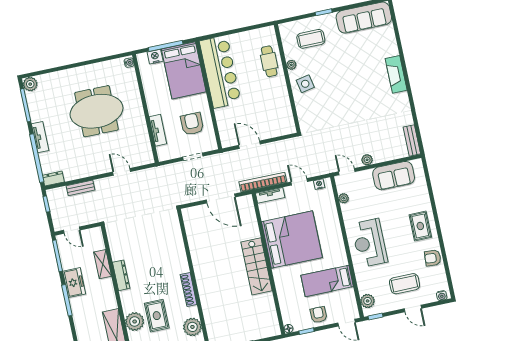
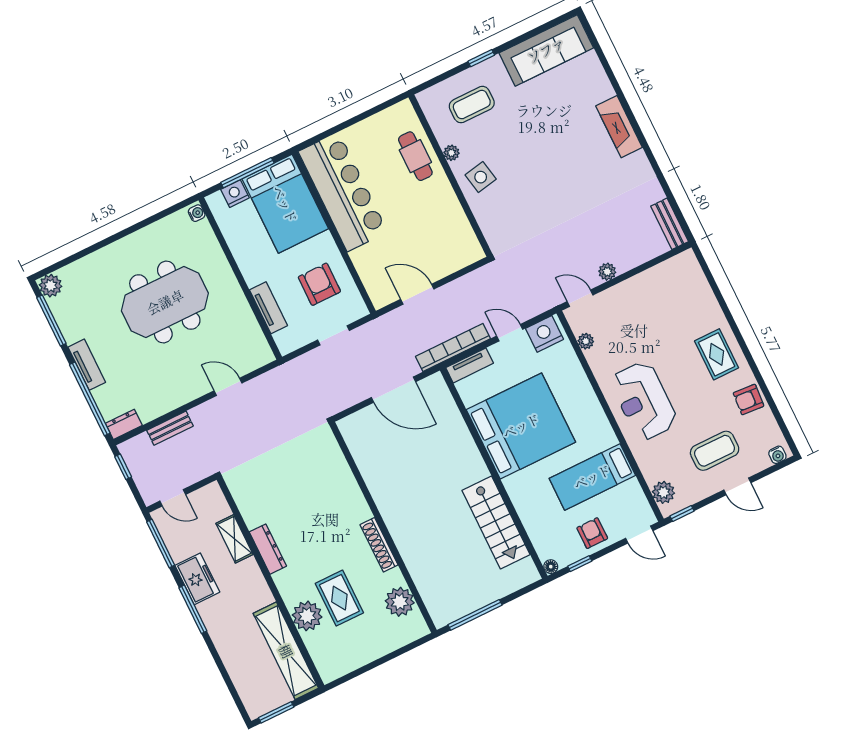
sofa: (394, 176) -> (655, 286), removed
nightstand: (319, 184) -> (544, 334), width x1.89, depth x1.79
stairs: (257, 266) -> (496, 522), moved

